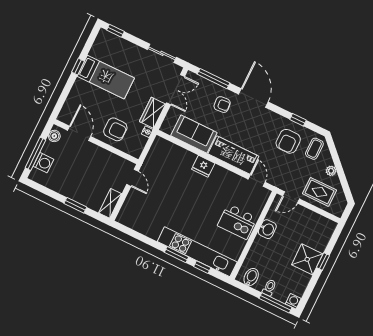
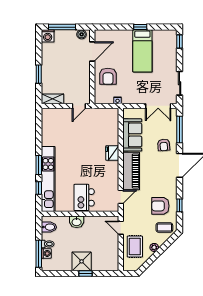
wardrobe: (152, 113) -> (133, 97), removed
washing machine: (43, 163) -> (48, 36), moved
washbasin: (267, 229) -> (77, 222), moved
washing machine: (293, 301) -> (46, 253), moved

